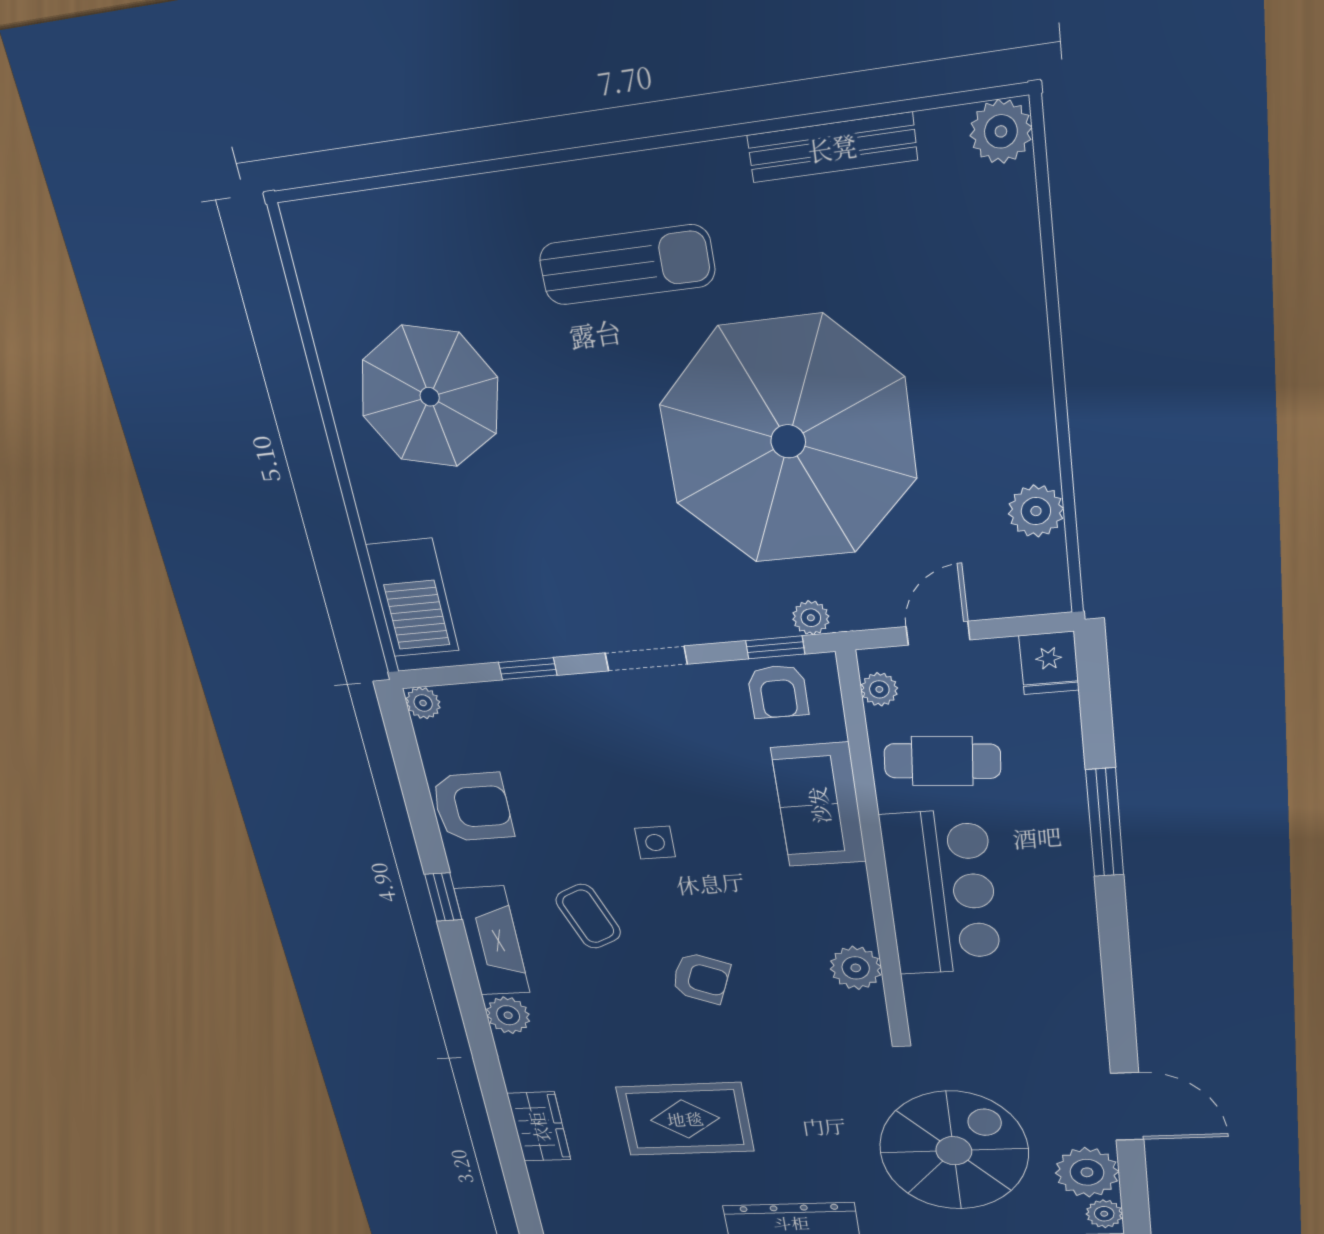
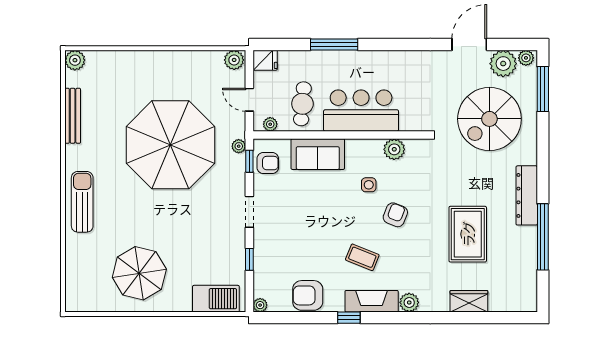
sun lounger: (627, 265) -> (82, 202), moved
plant: (1036, 511) -> (234, 60), moved
armchair: (472, 807) -> (308, 295), turned -90
side table: (655, 843) -> (369, 185), moved
coffee table: (588, 916) -> (362, 257), turned 44
spiral stairs: (954, 1151) -> (489, 119), turned -90

